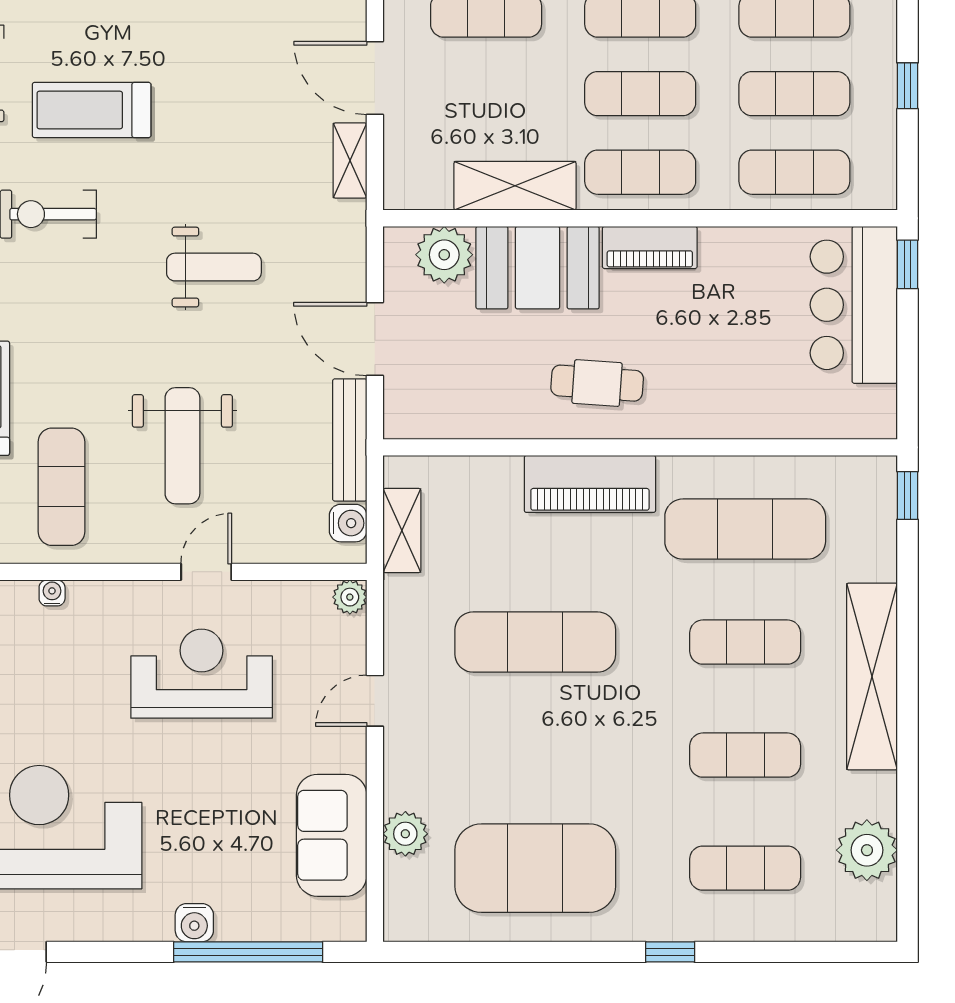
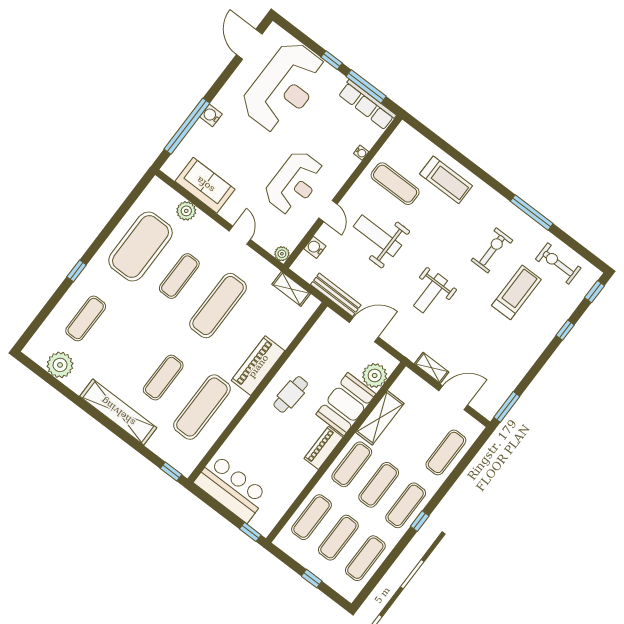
bar counter: (854, 305) -> (231, 488), moved
water cooler: (348, 523) -> (315, 247), moved, turned 90
exercise mat: (745, 755) -> (179, 276), moved

